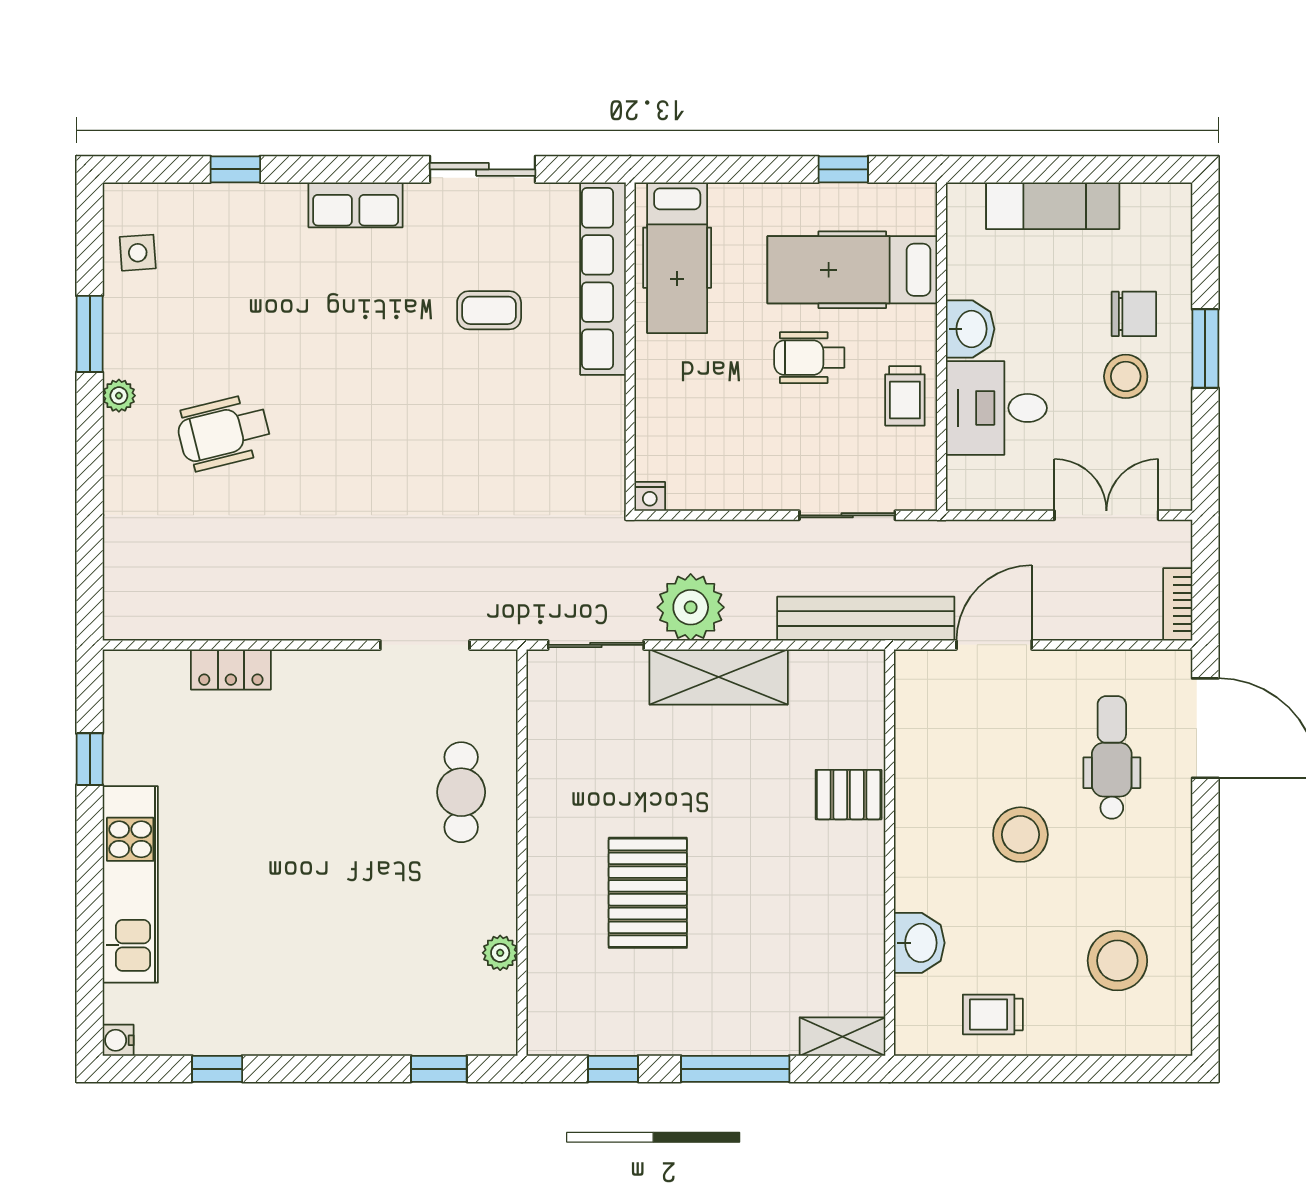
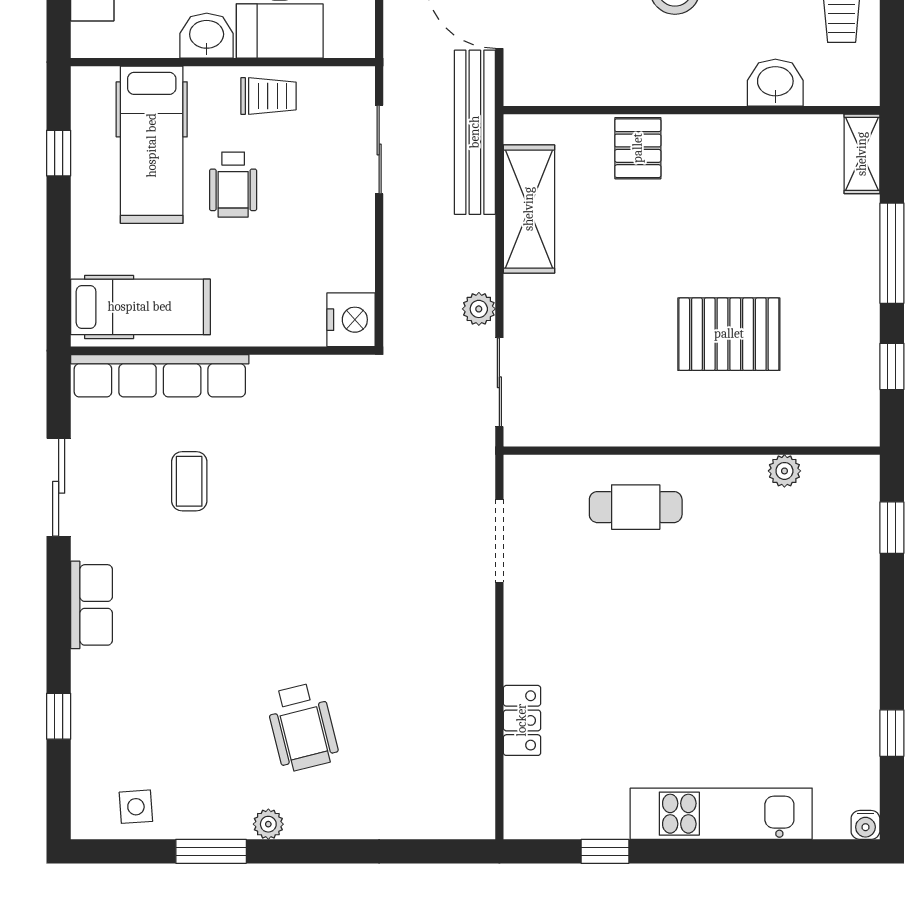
nightstand: (650, 496) -> (351, 320), width x1.89, depth x1.79
plant: (691, 607) -> (479, 309), width x0.53, depth x0.53
shelving: (719, 677) -> (529, 209), moved

